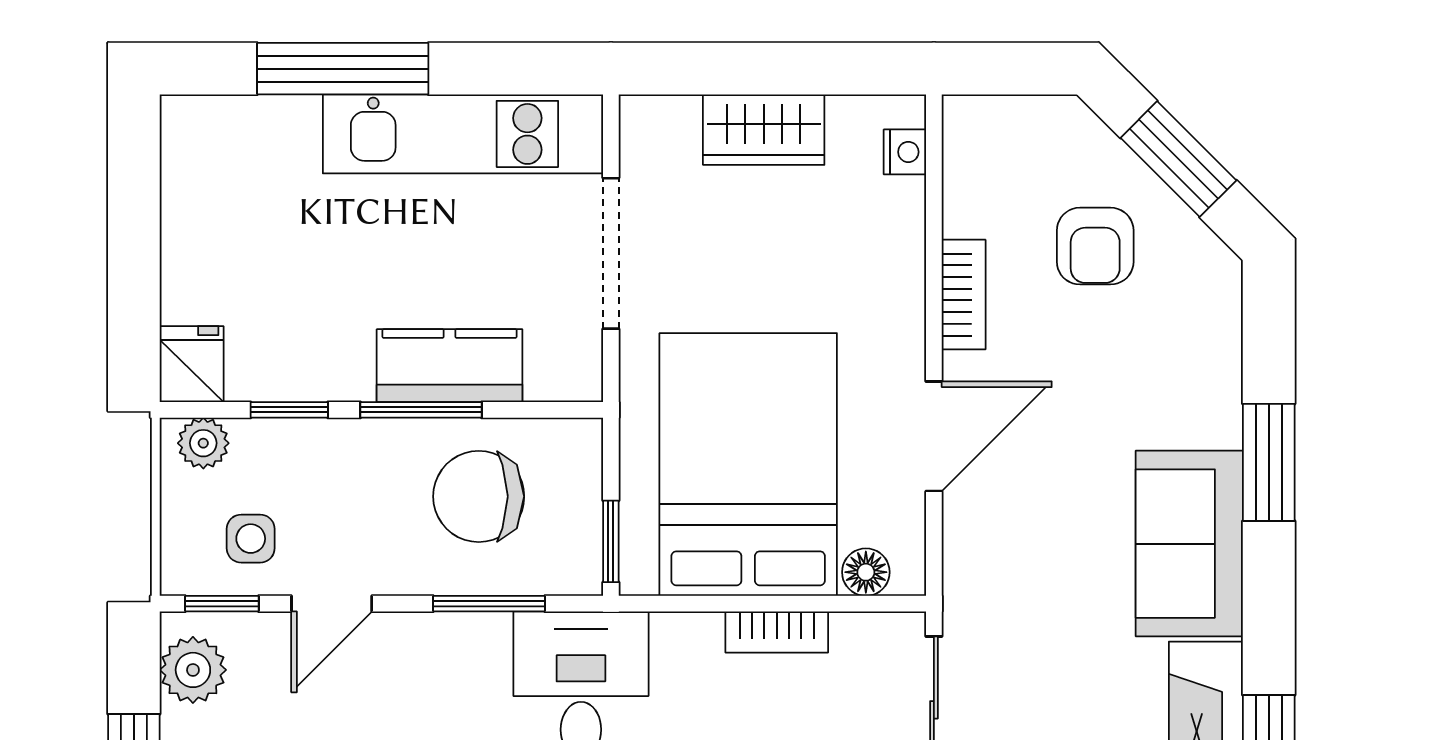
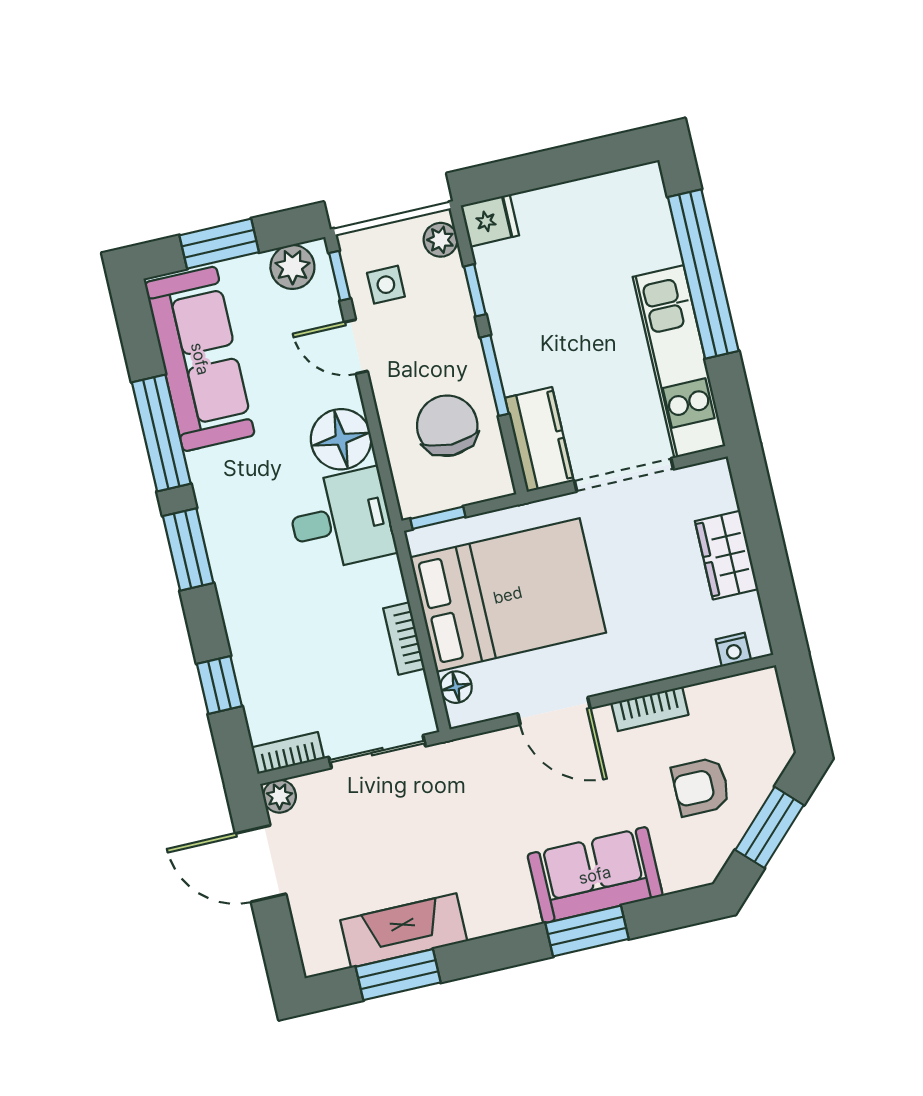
window: (343, 69) -> (703, 274), width x1.46
kitchen counter: (450, 366) -> (539, 439), moved
sofa: (1189, 544) -> (595, 875), moved
window: (489, 604) -> (379, 448), removed
floor lamp: (463, 657) -> (341, 439), added

